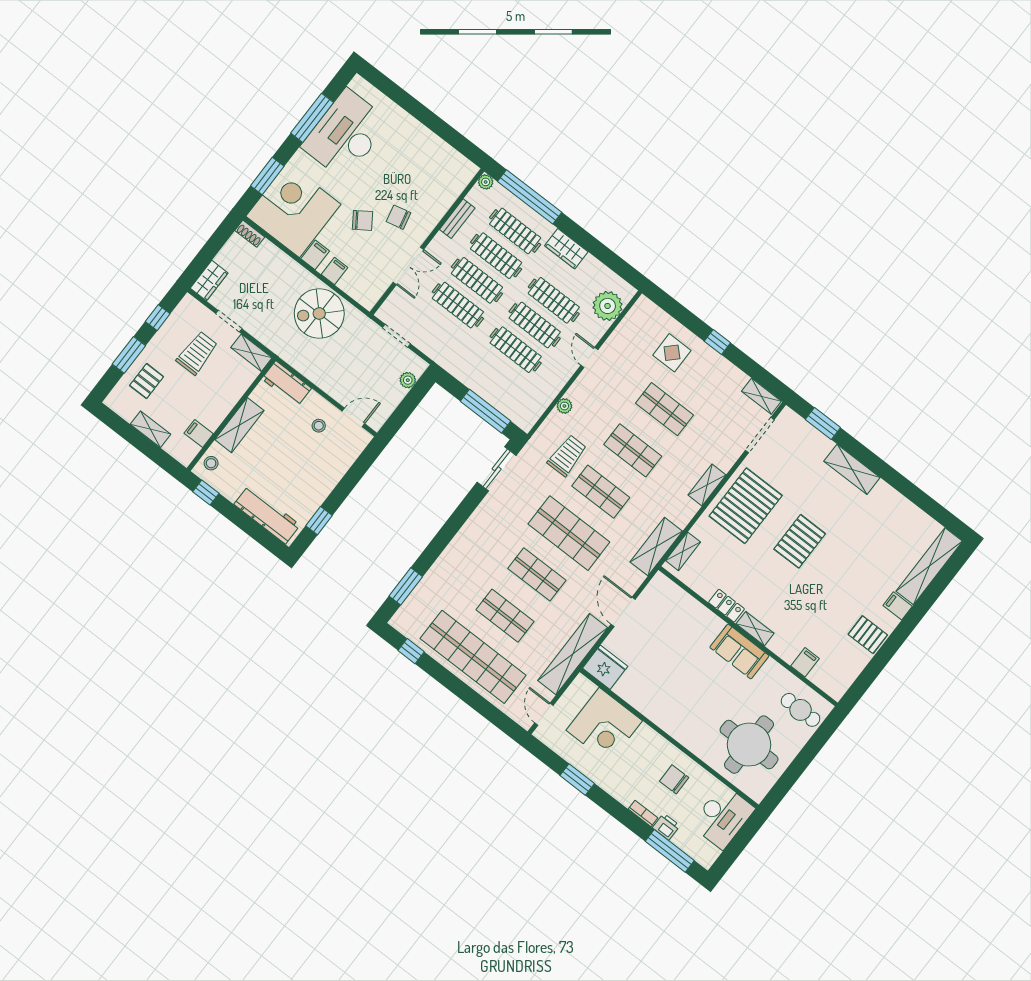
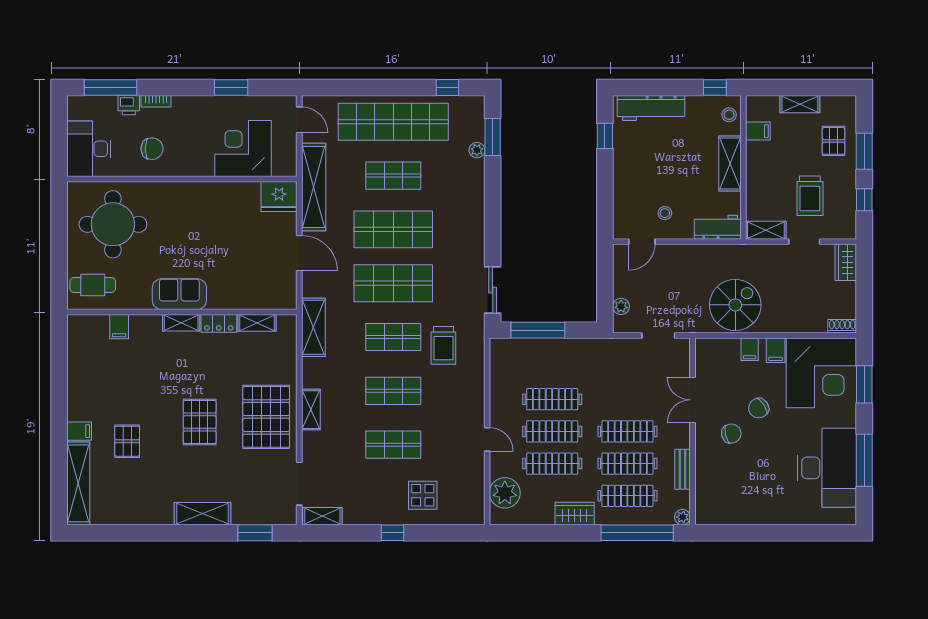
clothes rail: (458, 305) -> (627, 399), removed
plant: (564, 406) -> (477, 150), moved
shelving: (683, 551) -> (257, 323), moved, turned 90
shop shelf: (537, 574) -> (393, 229), width x1.43, depth x1.36
pallet: (868, 635) -> (127, 441), moved, turned 90

